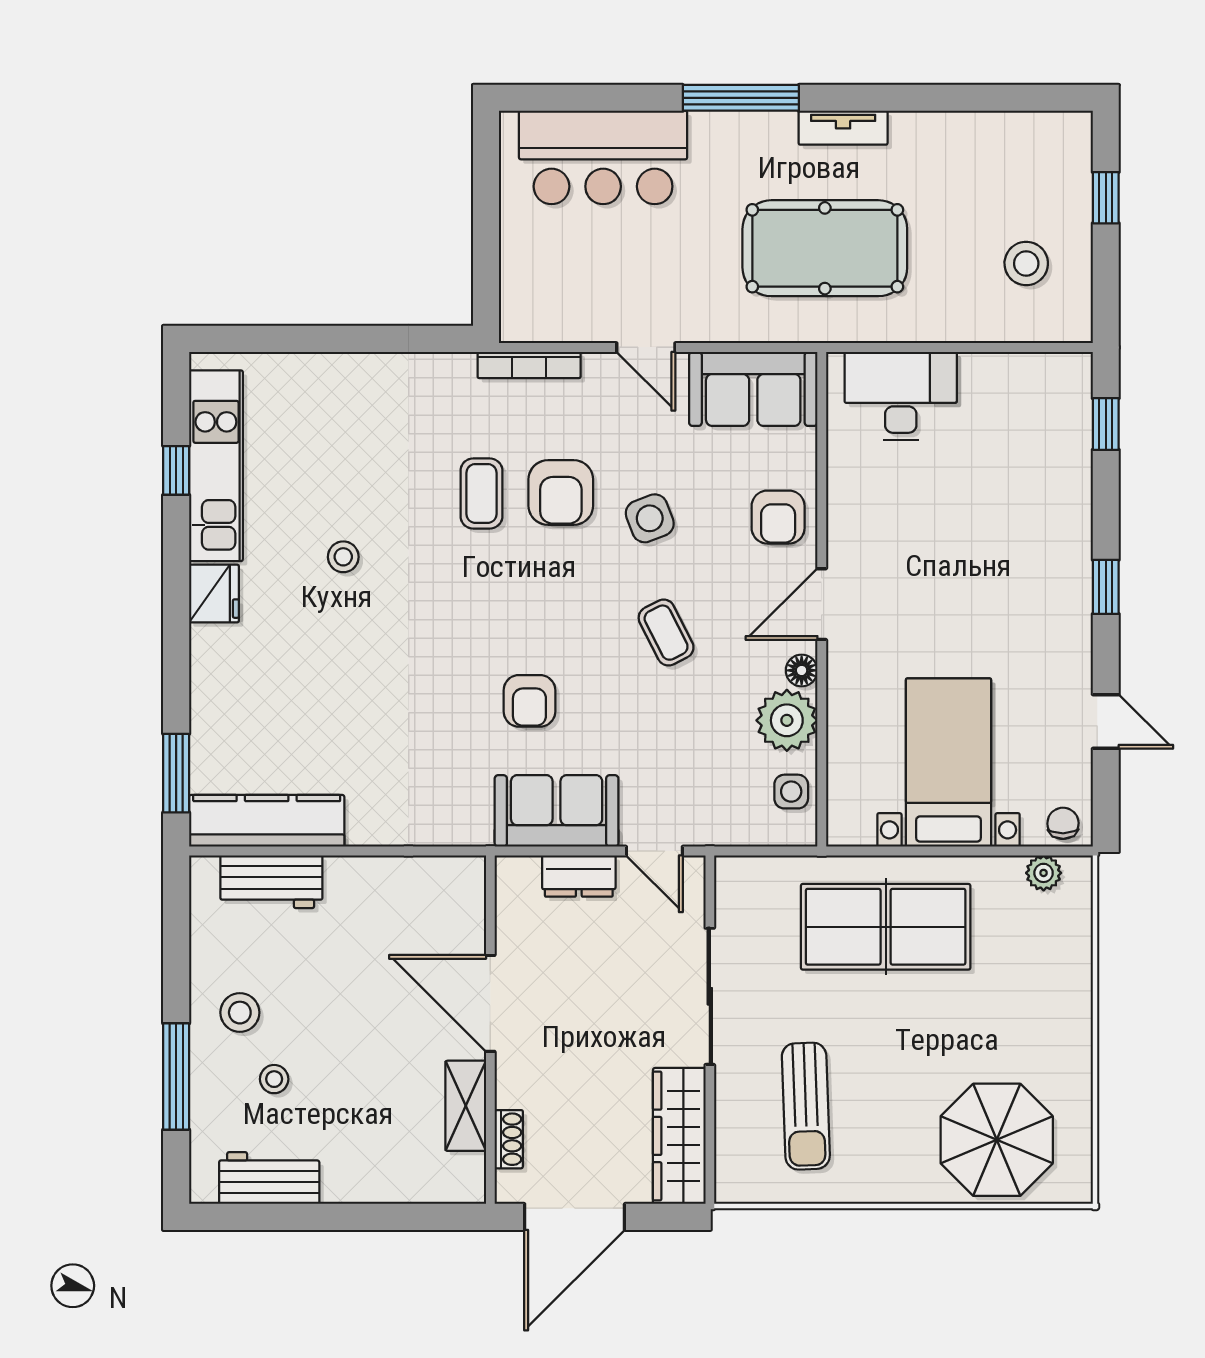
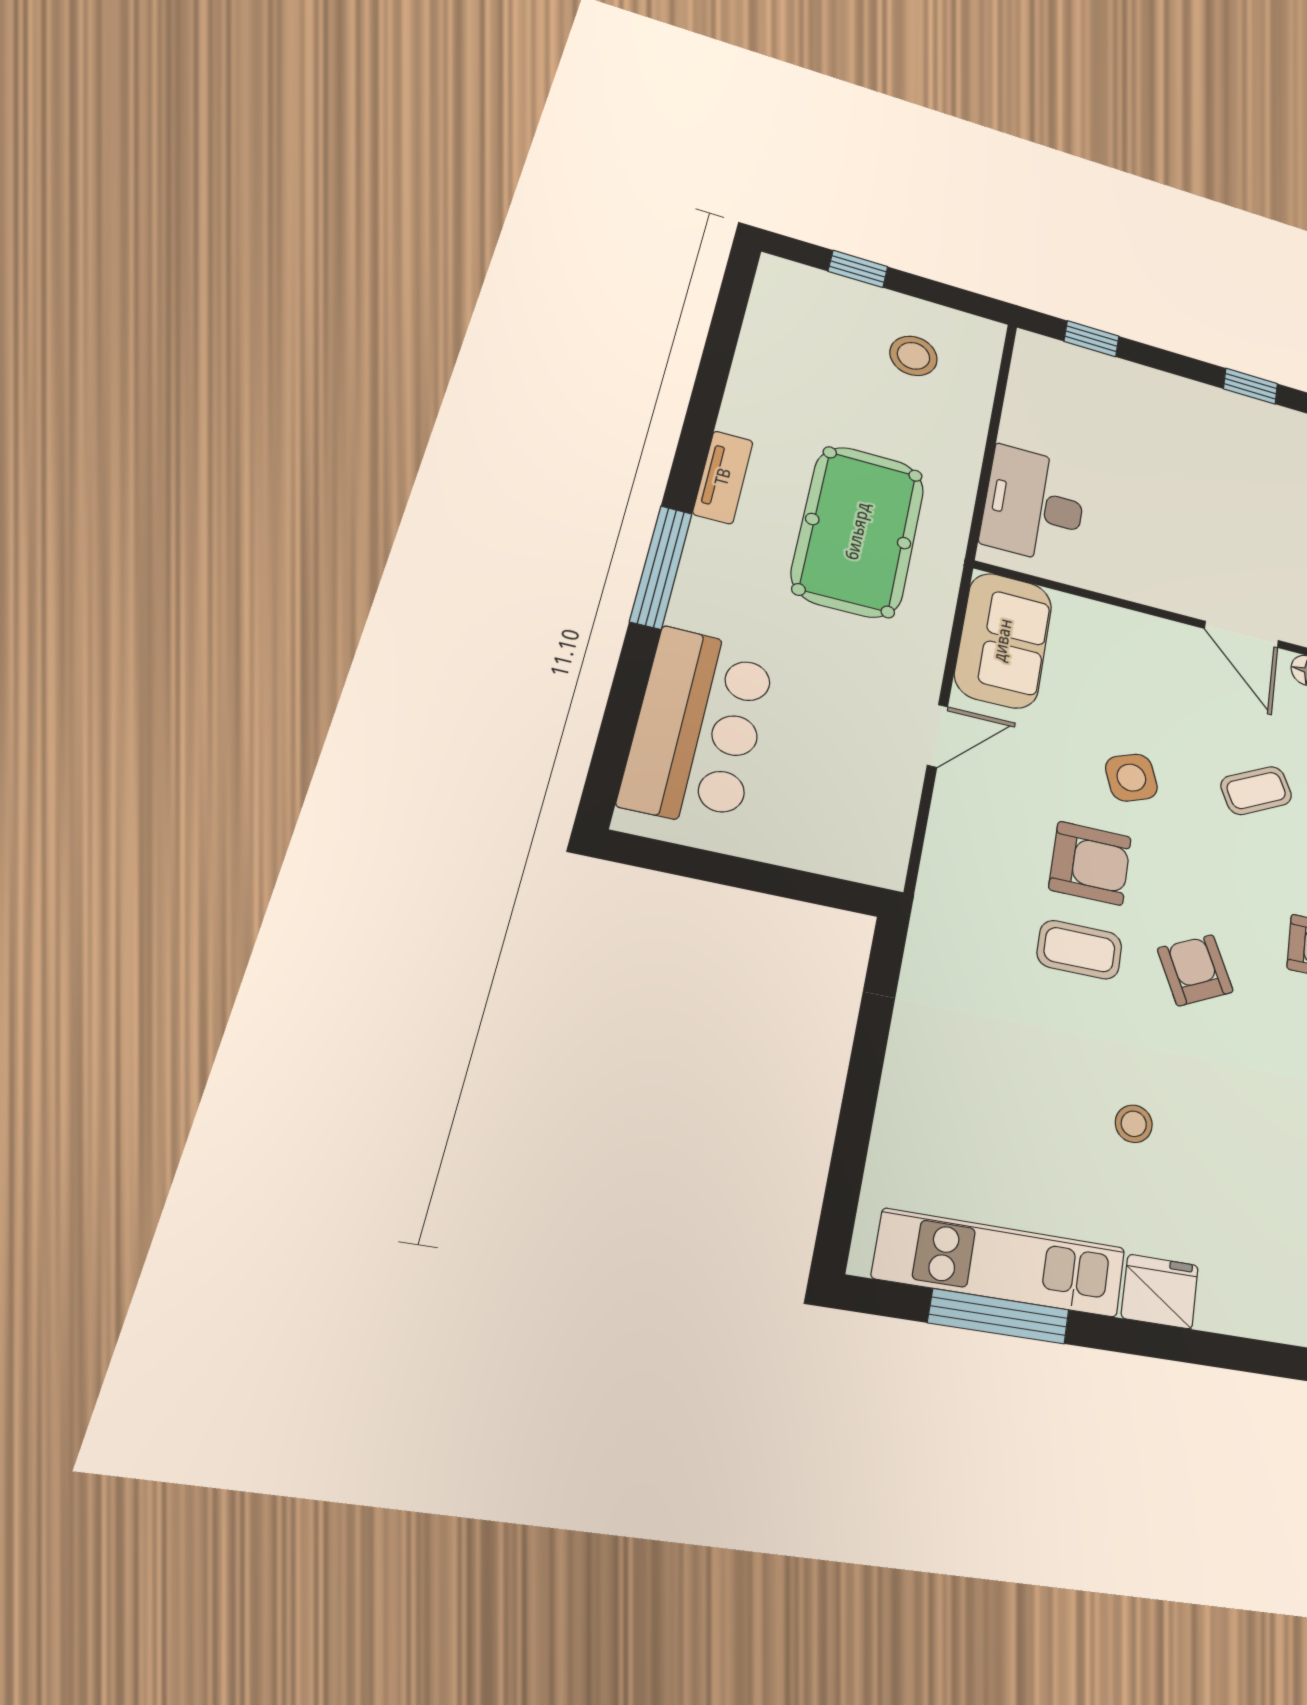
bookcase: (529, 365) -> (936, 865), removed
window: (176, 470) -> (999, 1316), width x2.17
armchair: (778, 517) -> (1195, 970), moved, turned -116

